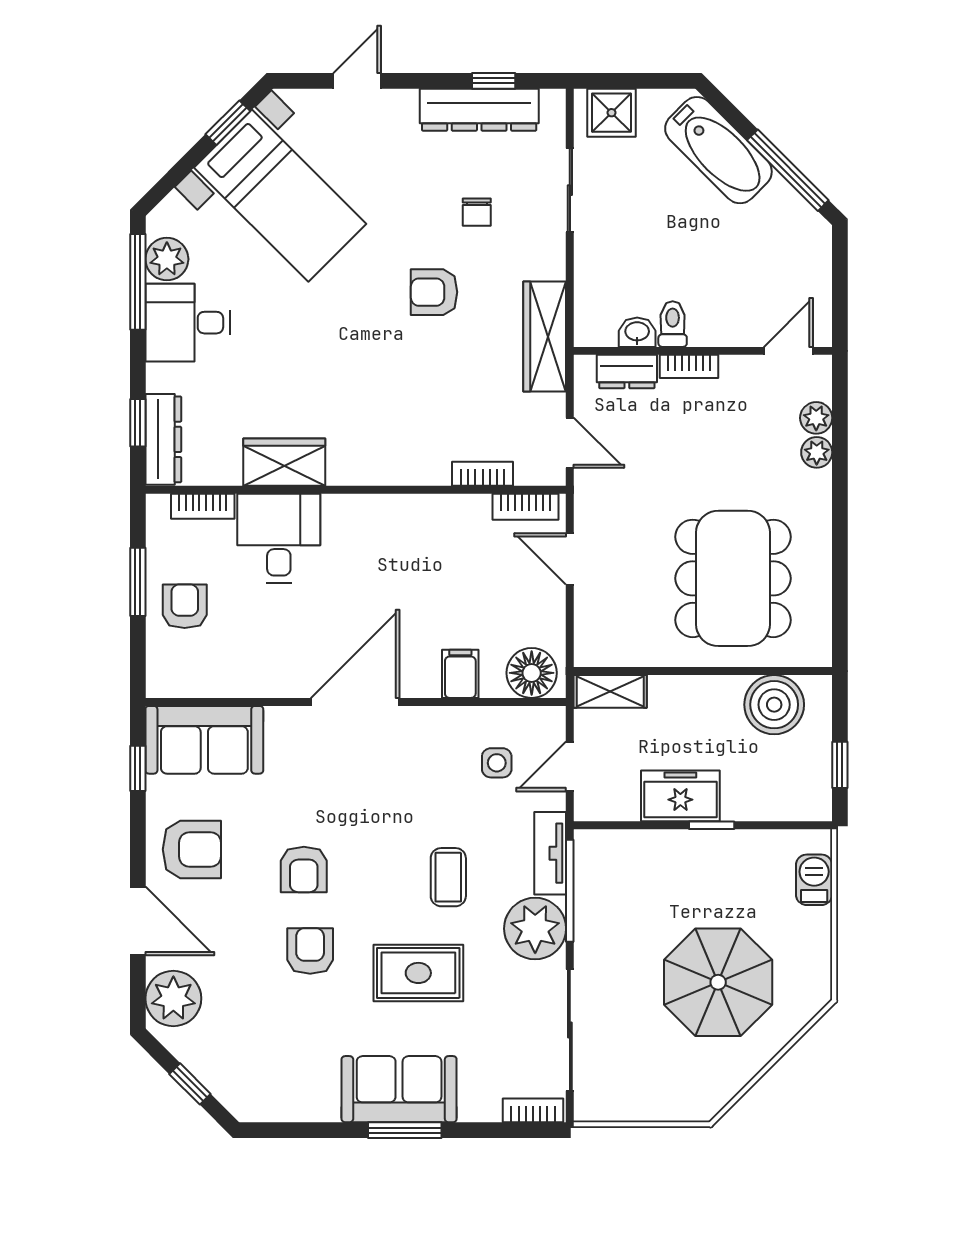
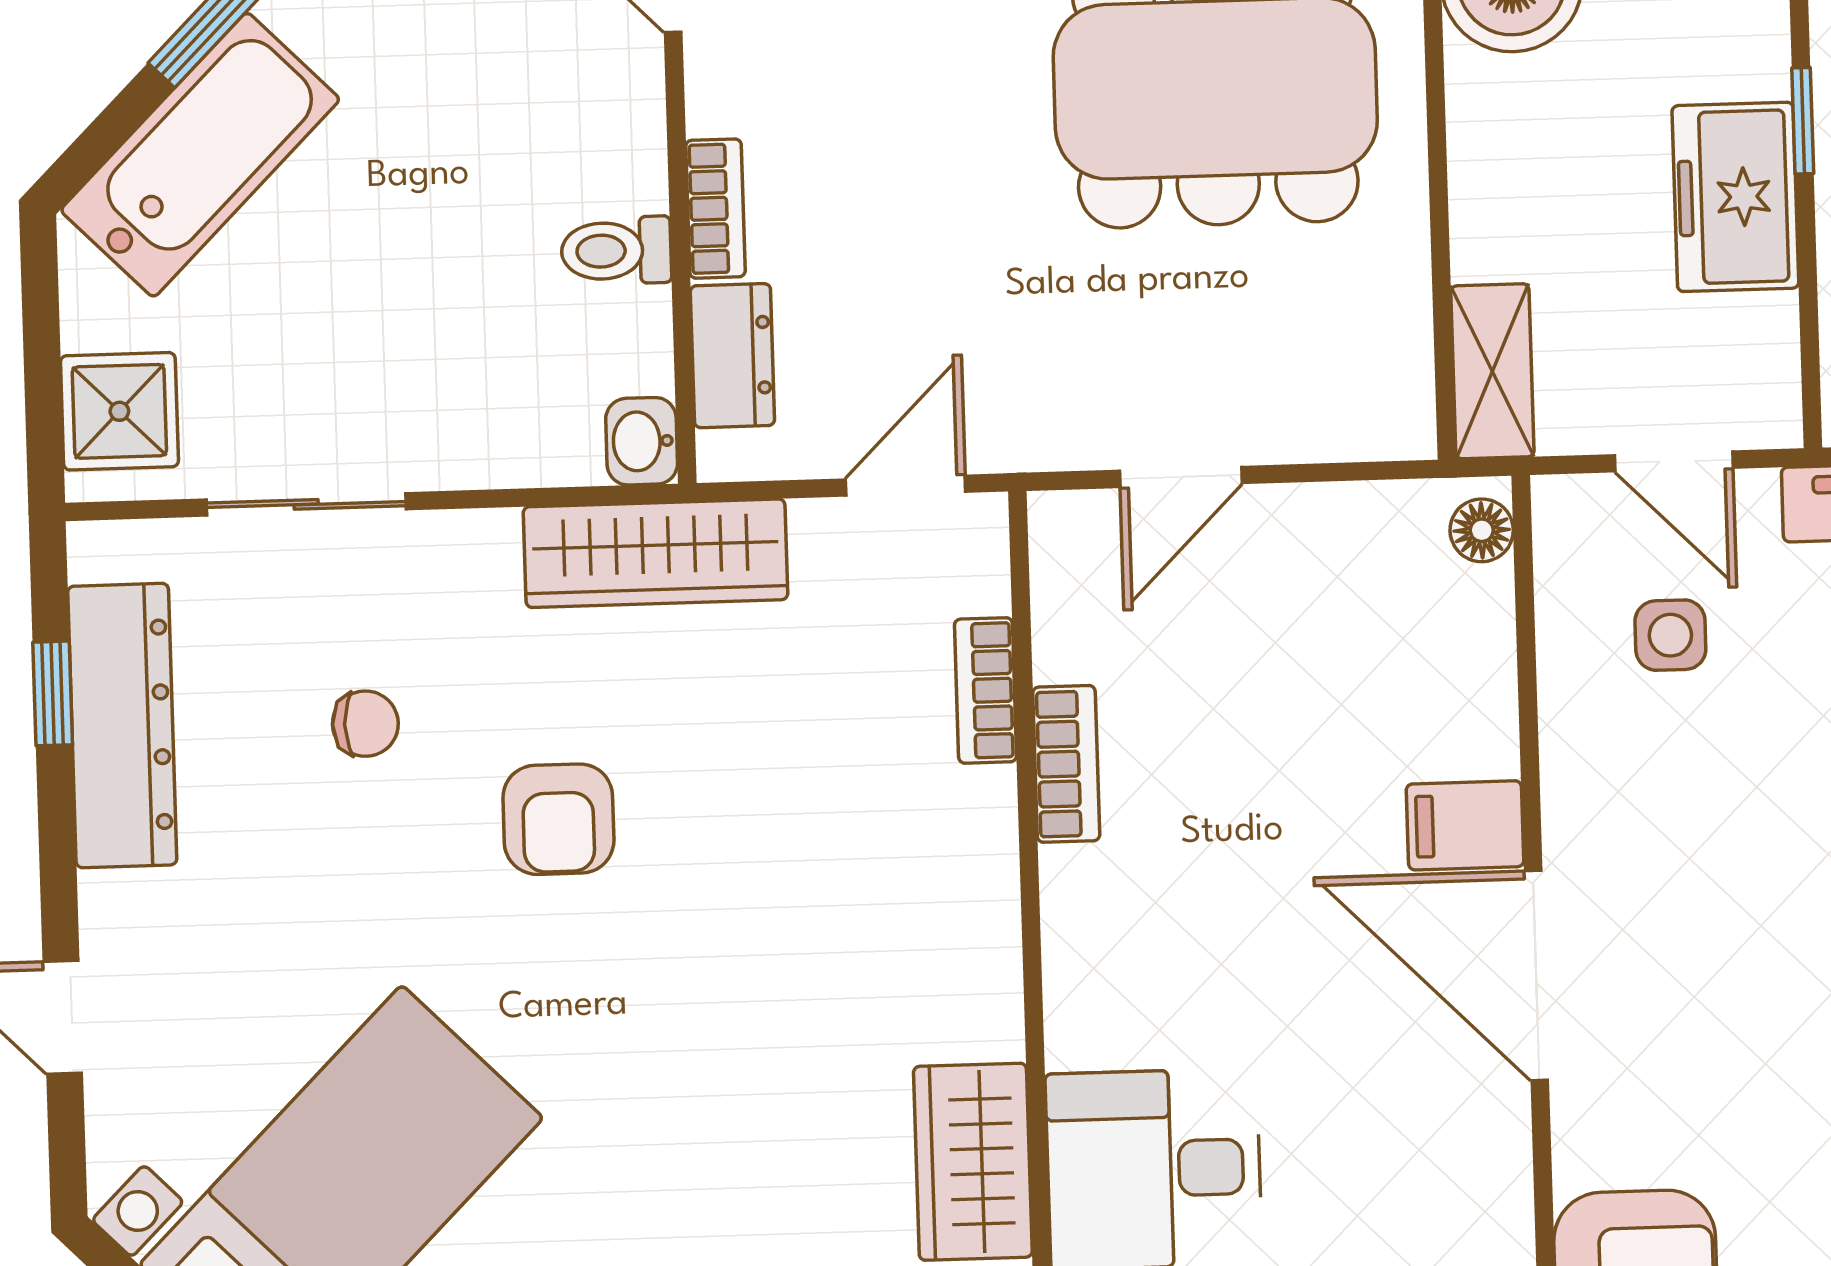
washbasin: (637, 332) -> (642, 441), moved
bookcase: (525, 507) -> (1066, 764), moved
floor lamp: (532, 673) -> (1482, 530), width x0.53, depth x0.53
filing cabinet: (460, 674) -> (1465, 825), moved

